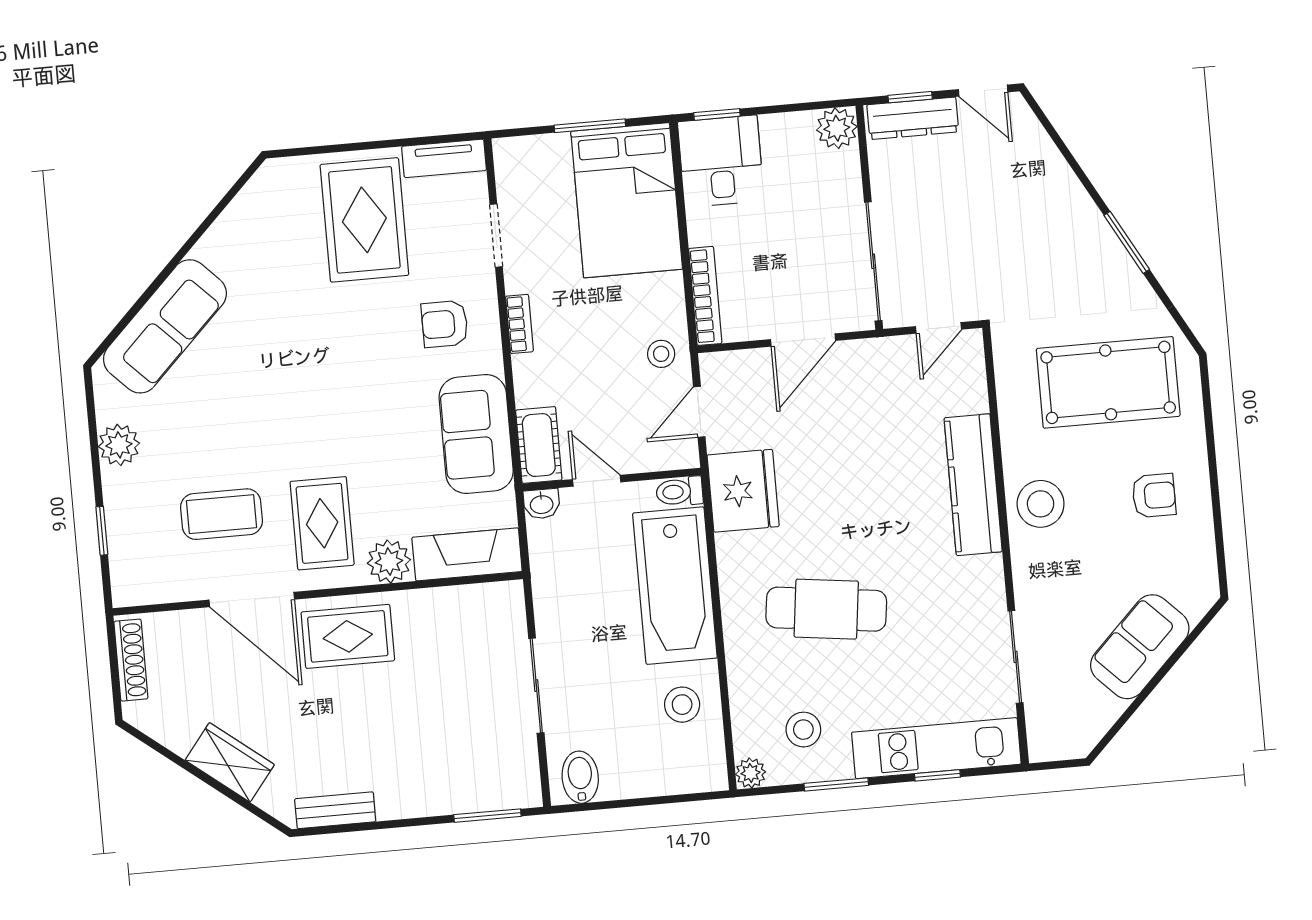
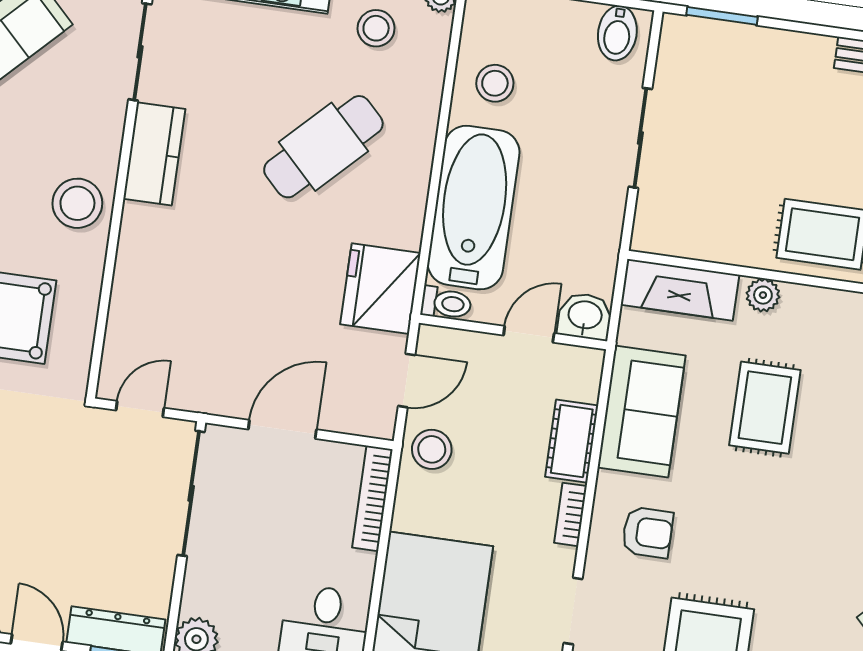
stool: (661, 354) -> (432, 449), width x1.37, depth x1.37
cot: (539, 445) -> (572, 441), moved
door: (597, 481) -> (529, 334), swing flipped
kitchen counter: (973, 485) -> (154, 154), moved, width x0.67
washbasin: (542, 504) -> (585, 316), width x1.38, depth x1.45
rug: (322, 523) -> (765, 408), moved
plant: (389, 562) -> (763, 295), width x0.73, depth x0.73
cafe table: (826, 609) -> (323, 147), turned -52

